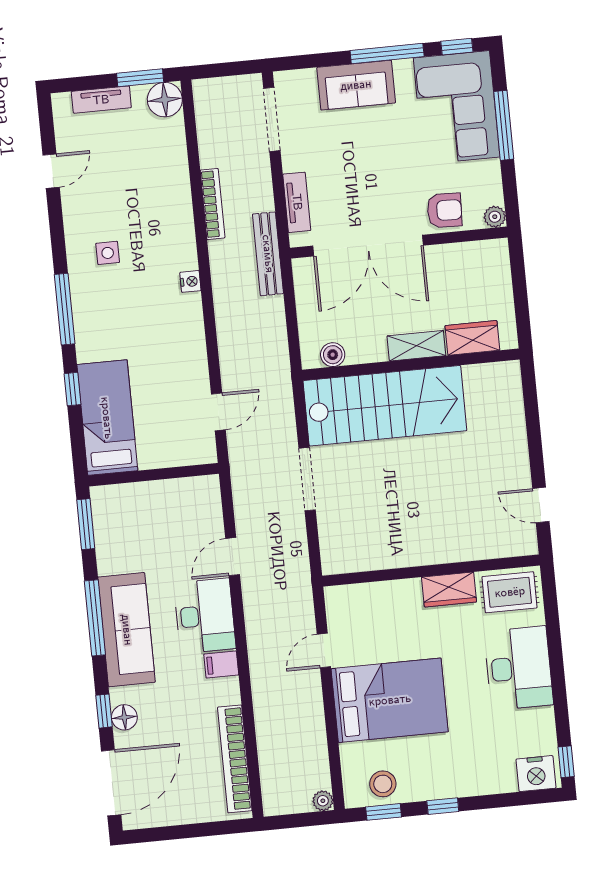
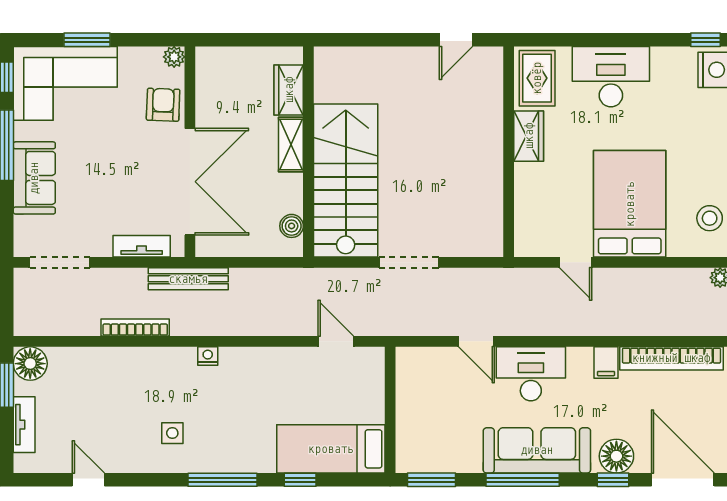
window: (504, 125) -> (87, 40), width x0.69
filing cabinet: (221, 664) -> (606, 362), moved
floor lamp: (124, 717) -> (616, 456), width x1.38, depth x1.38

